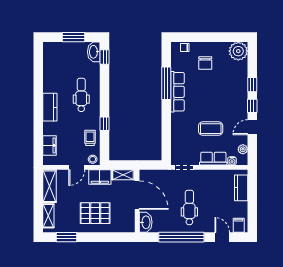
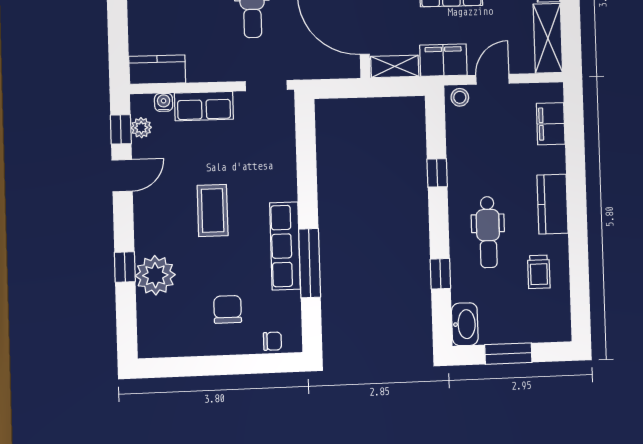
plant: (238, 51) -> (155, 275), moved
window: (105, 57) -> (440, 274), moved
window: (252, 106) -> (121, 129), moved
coffee table: (211, 129) -> (213, 211), moved, turned 90
trolley: (90, 138) -> (539, 272), moved
kitchen counter: (241, 188) -> (157, 70), moved, turned -90

